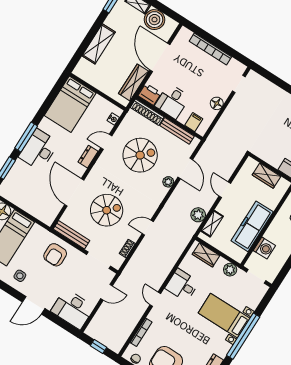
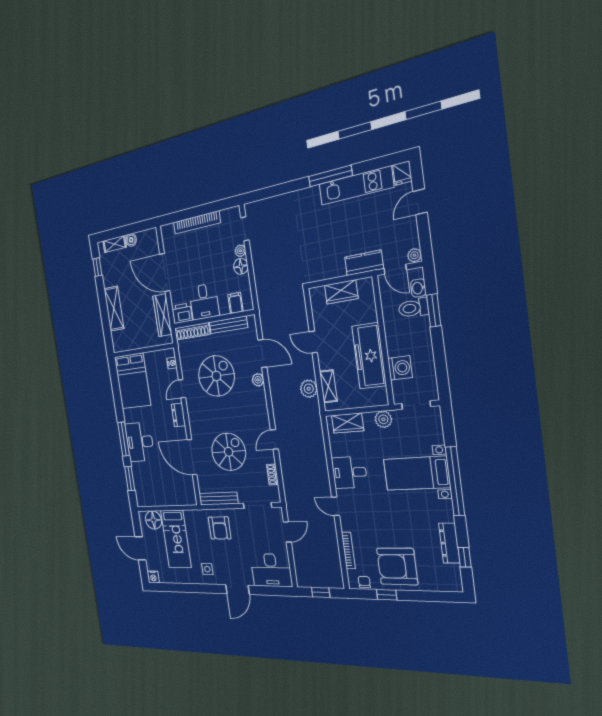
boiler: (154, 20) -> (131, 240), width x0.54, depth x0.54
plant: (225, 94) -> (240, 251), added

